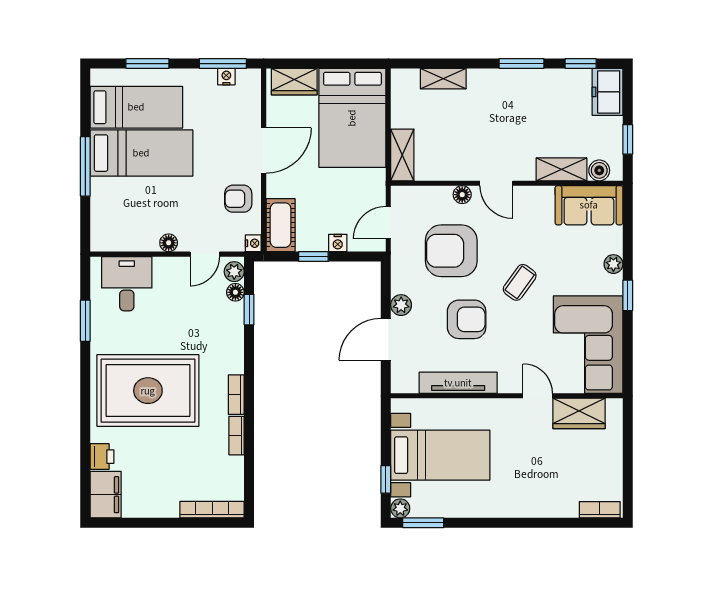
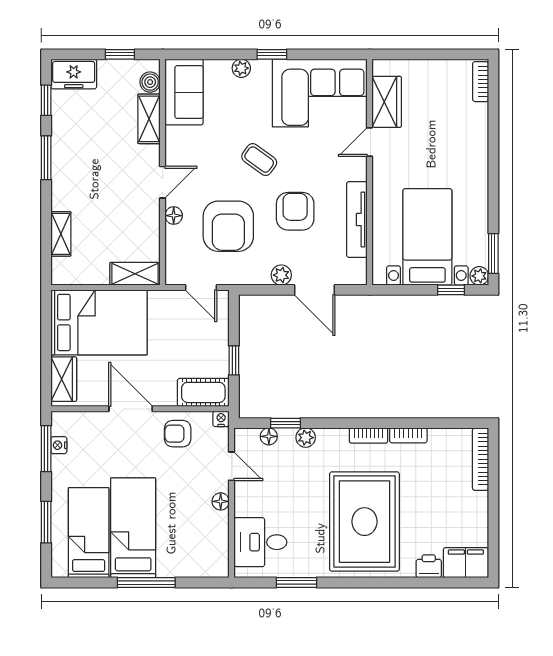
armchair: (238, 199) -> (178, 434), turned 90
nightstand: (338, 243) -> (221, 337), removed
plant: (234, 272) -> (306, 438), moved

